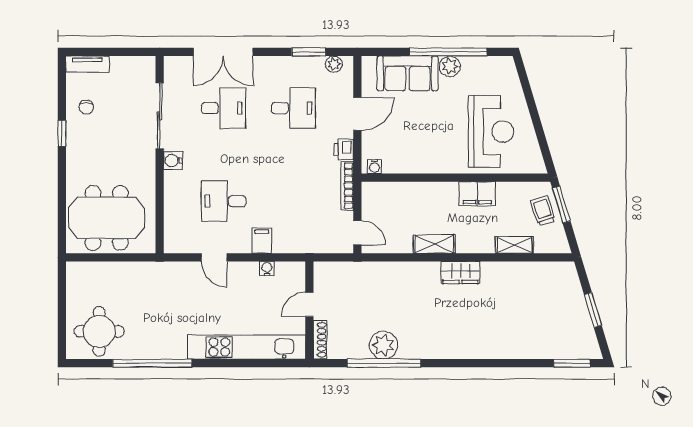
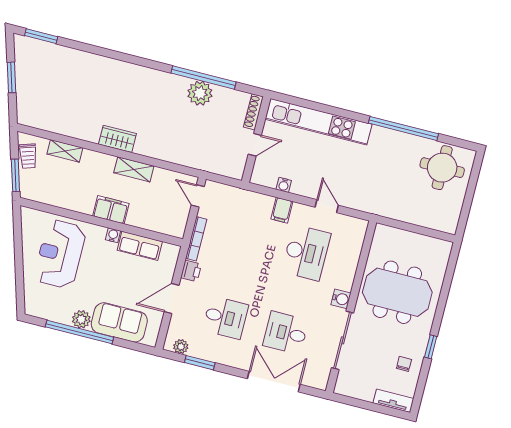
desk: (293, 108) -> (225, 317), turned 180
row of seats: (407, 162) -> (140, 246), added
water cooler: (374, 167) -> (113, 235), moved
filing cabinet: (477, 194) -> (111, 210), moved
desk: (224, 201) -> (306, 253), width x1.37
trolley: (543, 211) -> (28, 156), moved
meeting table: (107, 218) -> (397, 292), moved

